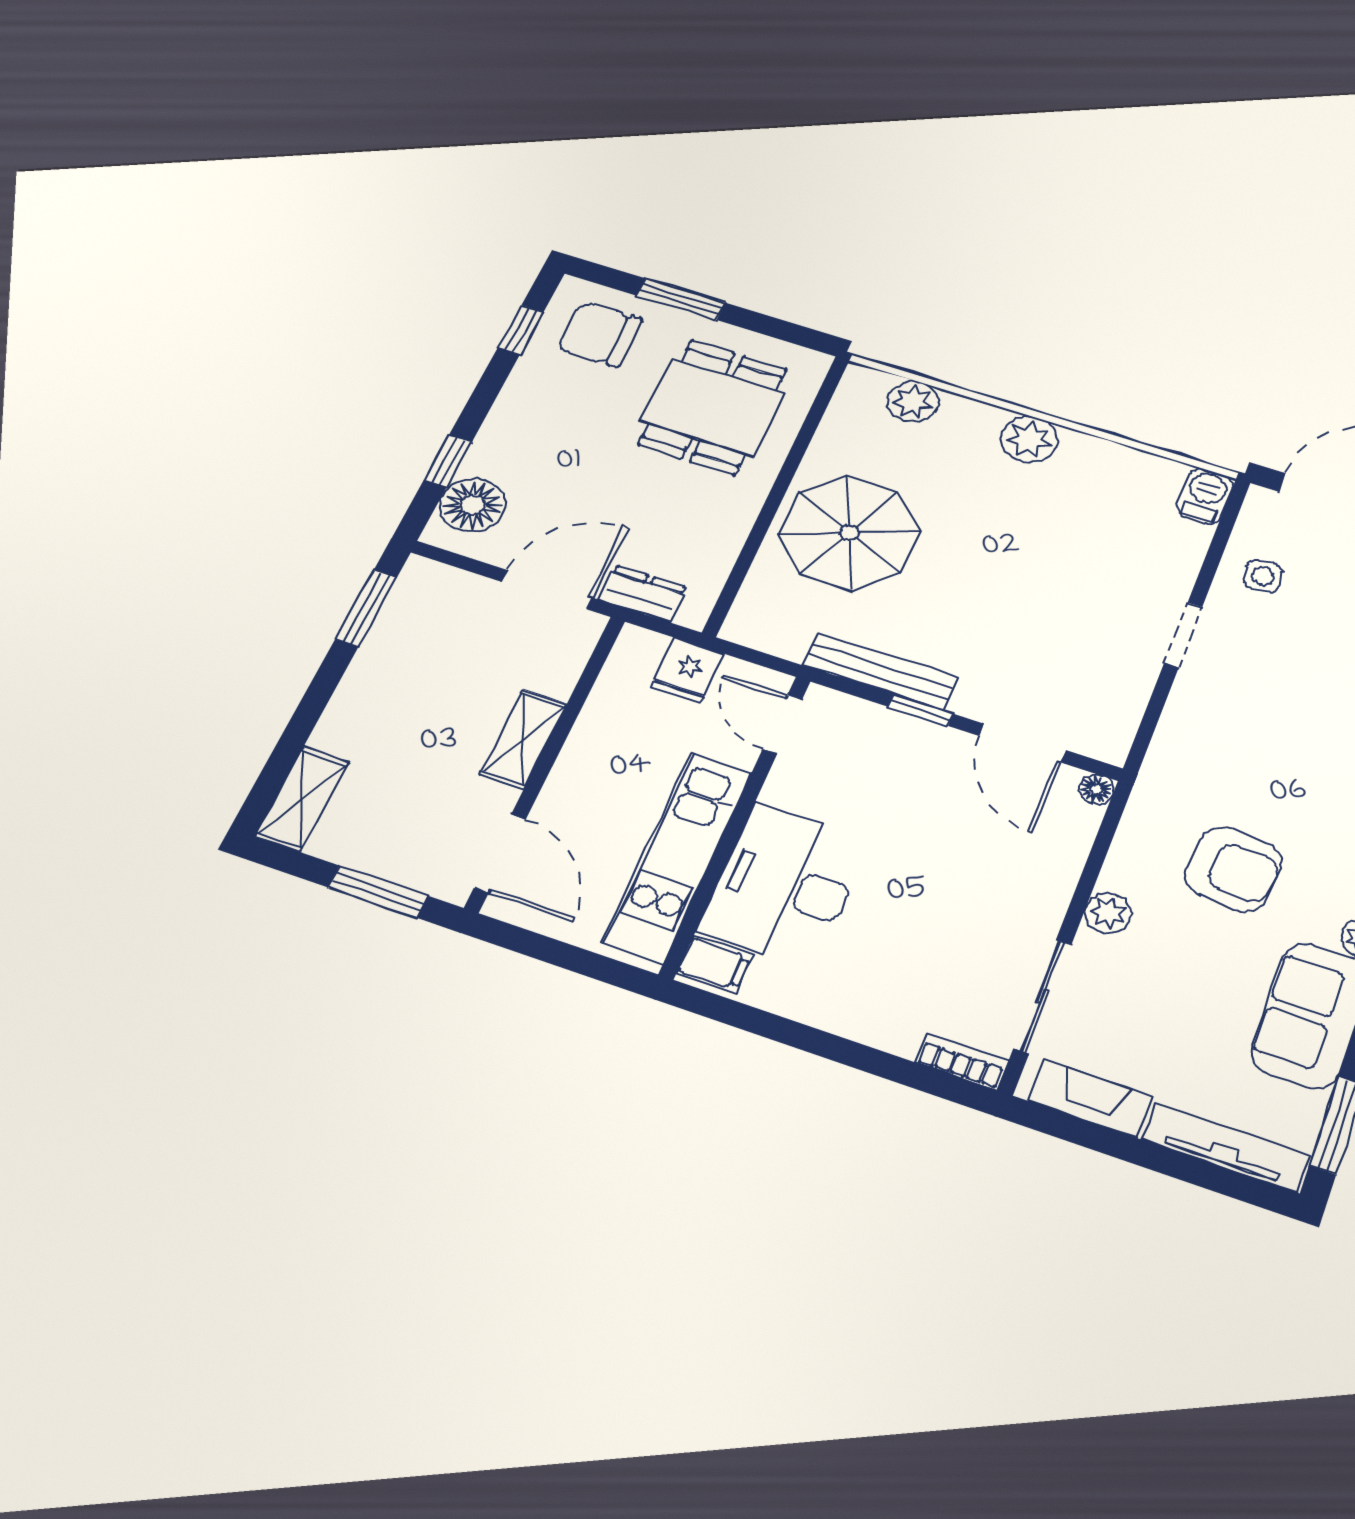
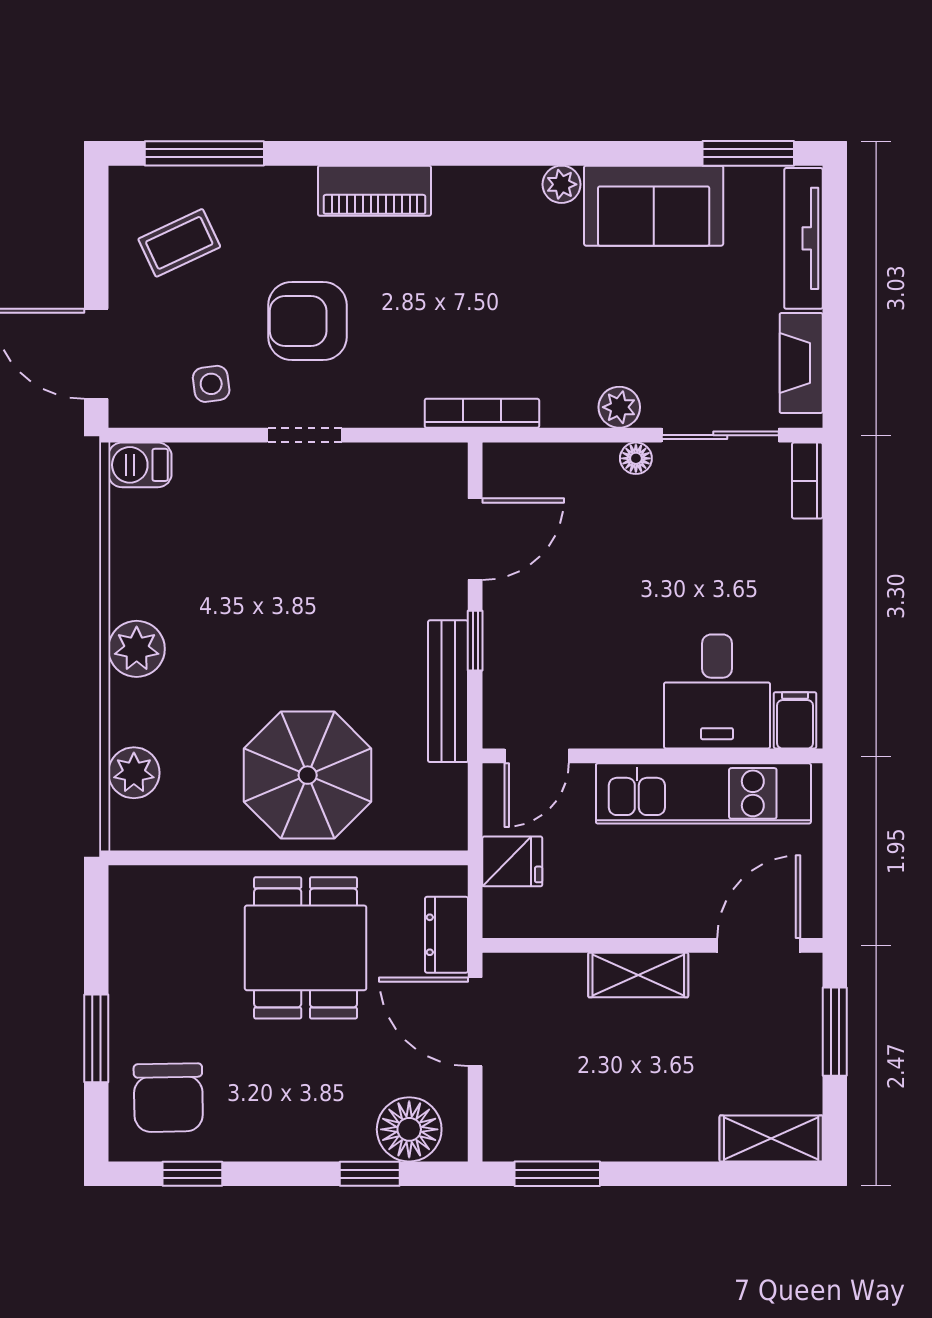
dining table: (713, 407) -> (306, 948), moved, turned 90
floor lamp: (1096, 789) -> (636, 458), moved
bookcase: (1148, 790) -> (482, 413), added
armchair: (1233, 869) -> (307, 321), moved, turned -95
desk: (784, 885) -> (717, 691), width x0.73

